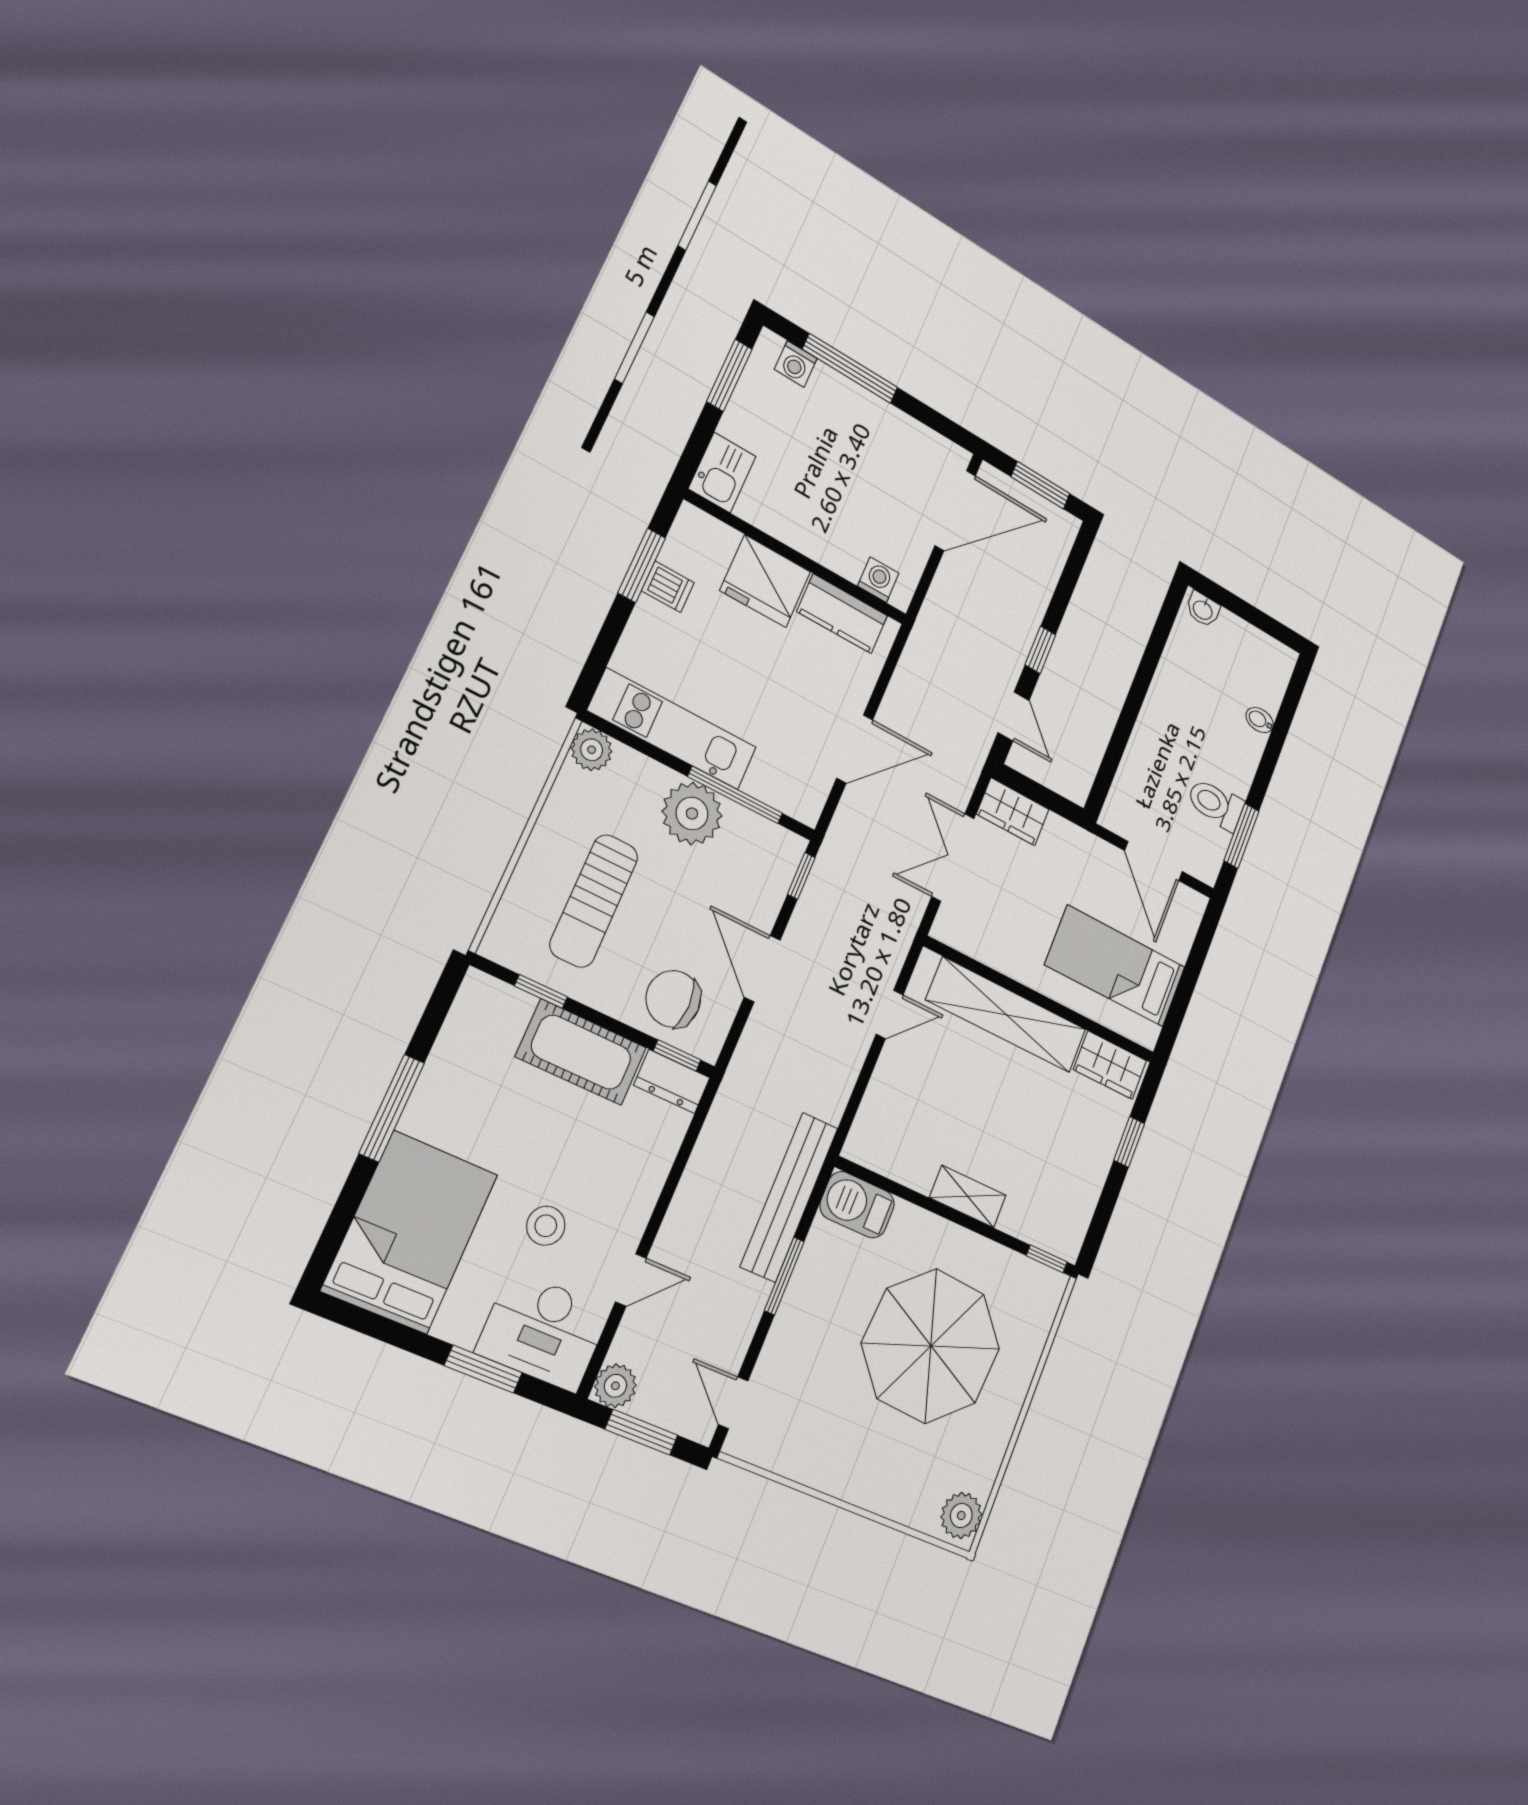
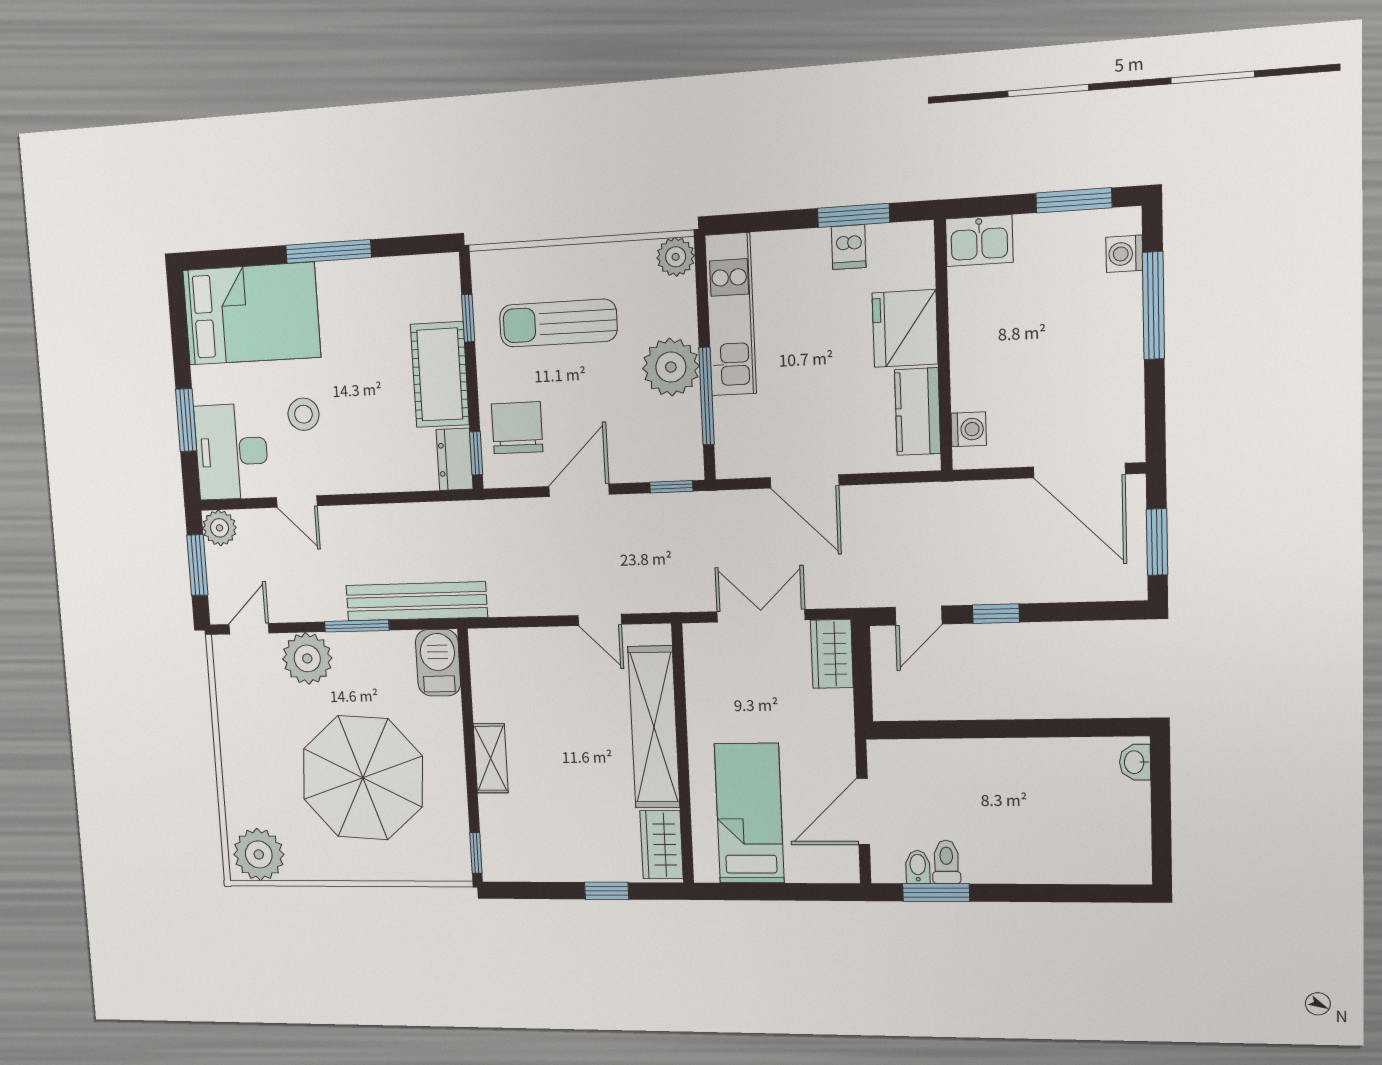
bidet: (1260, 720) -> (918, 867), moved
toilet: (1216, 804) -> (946, 862), width x0.73, depth x0.72
plant: (792, 1349) -> (307, 658), added
plant: (961, 1516) -> (259, 854), width x1.36, depth x1.36

